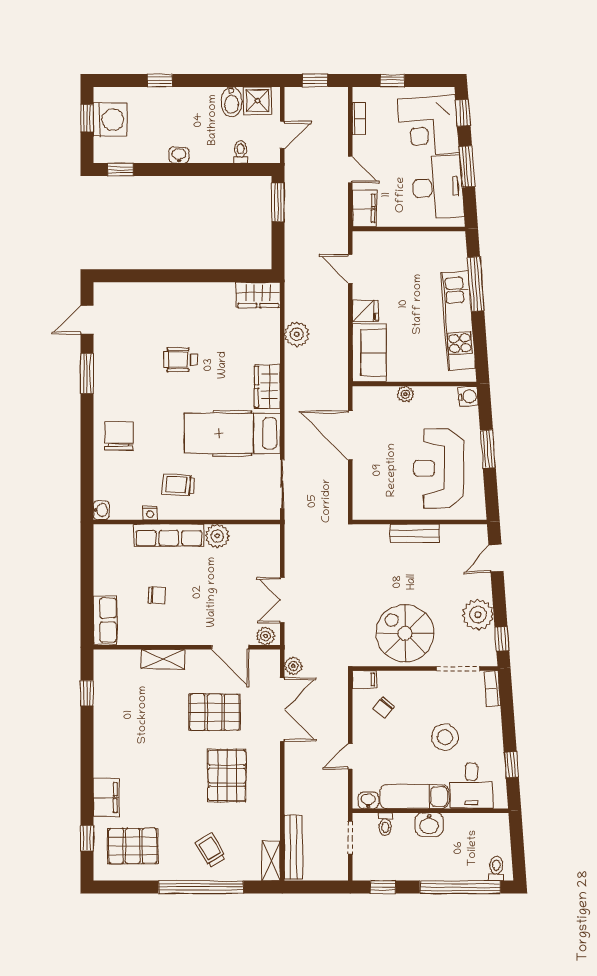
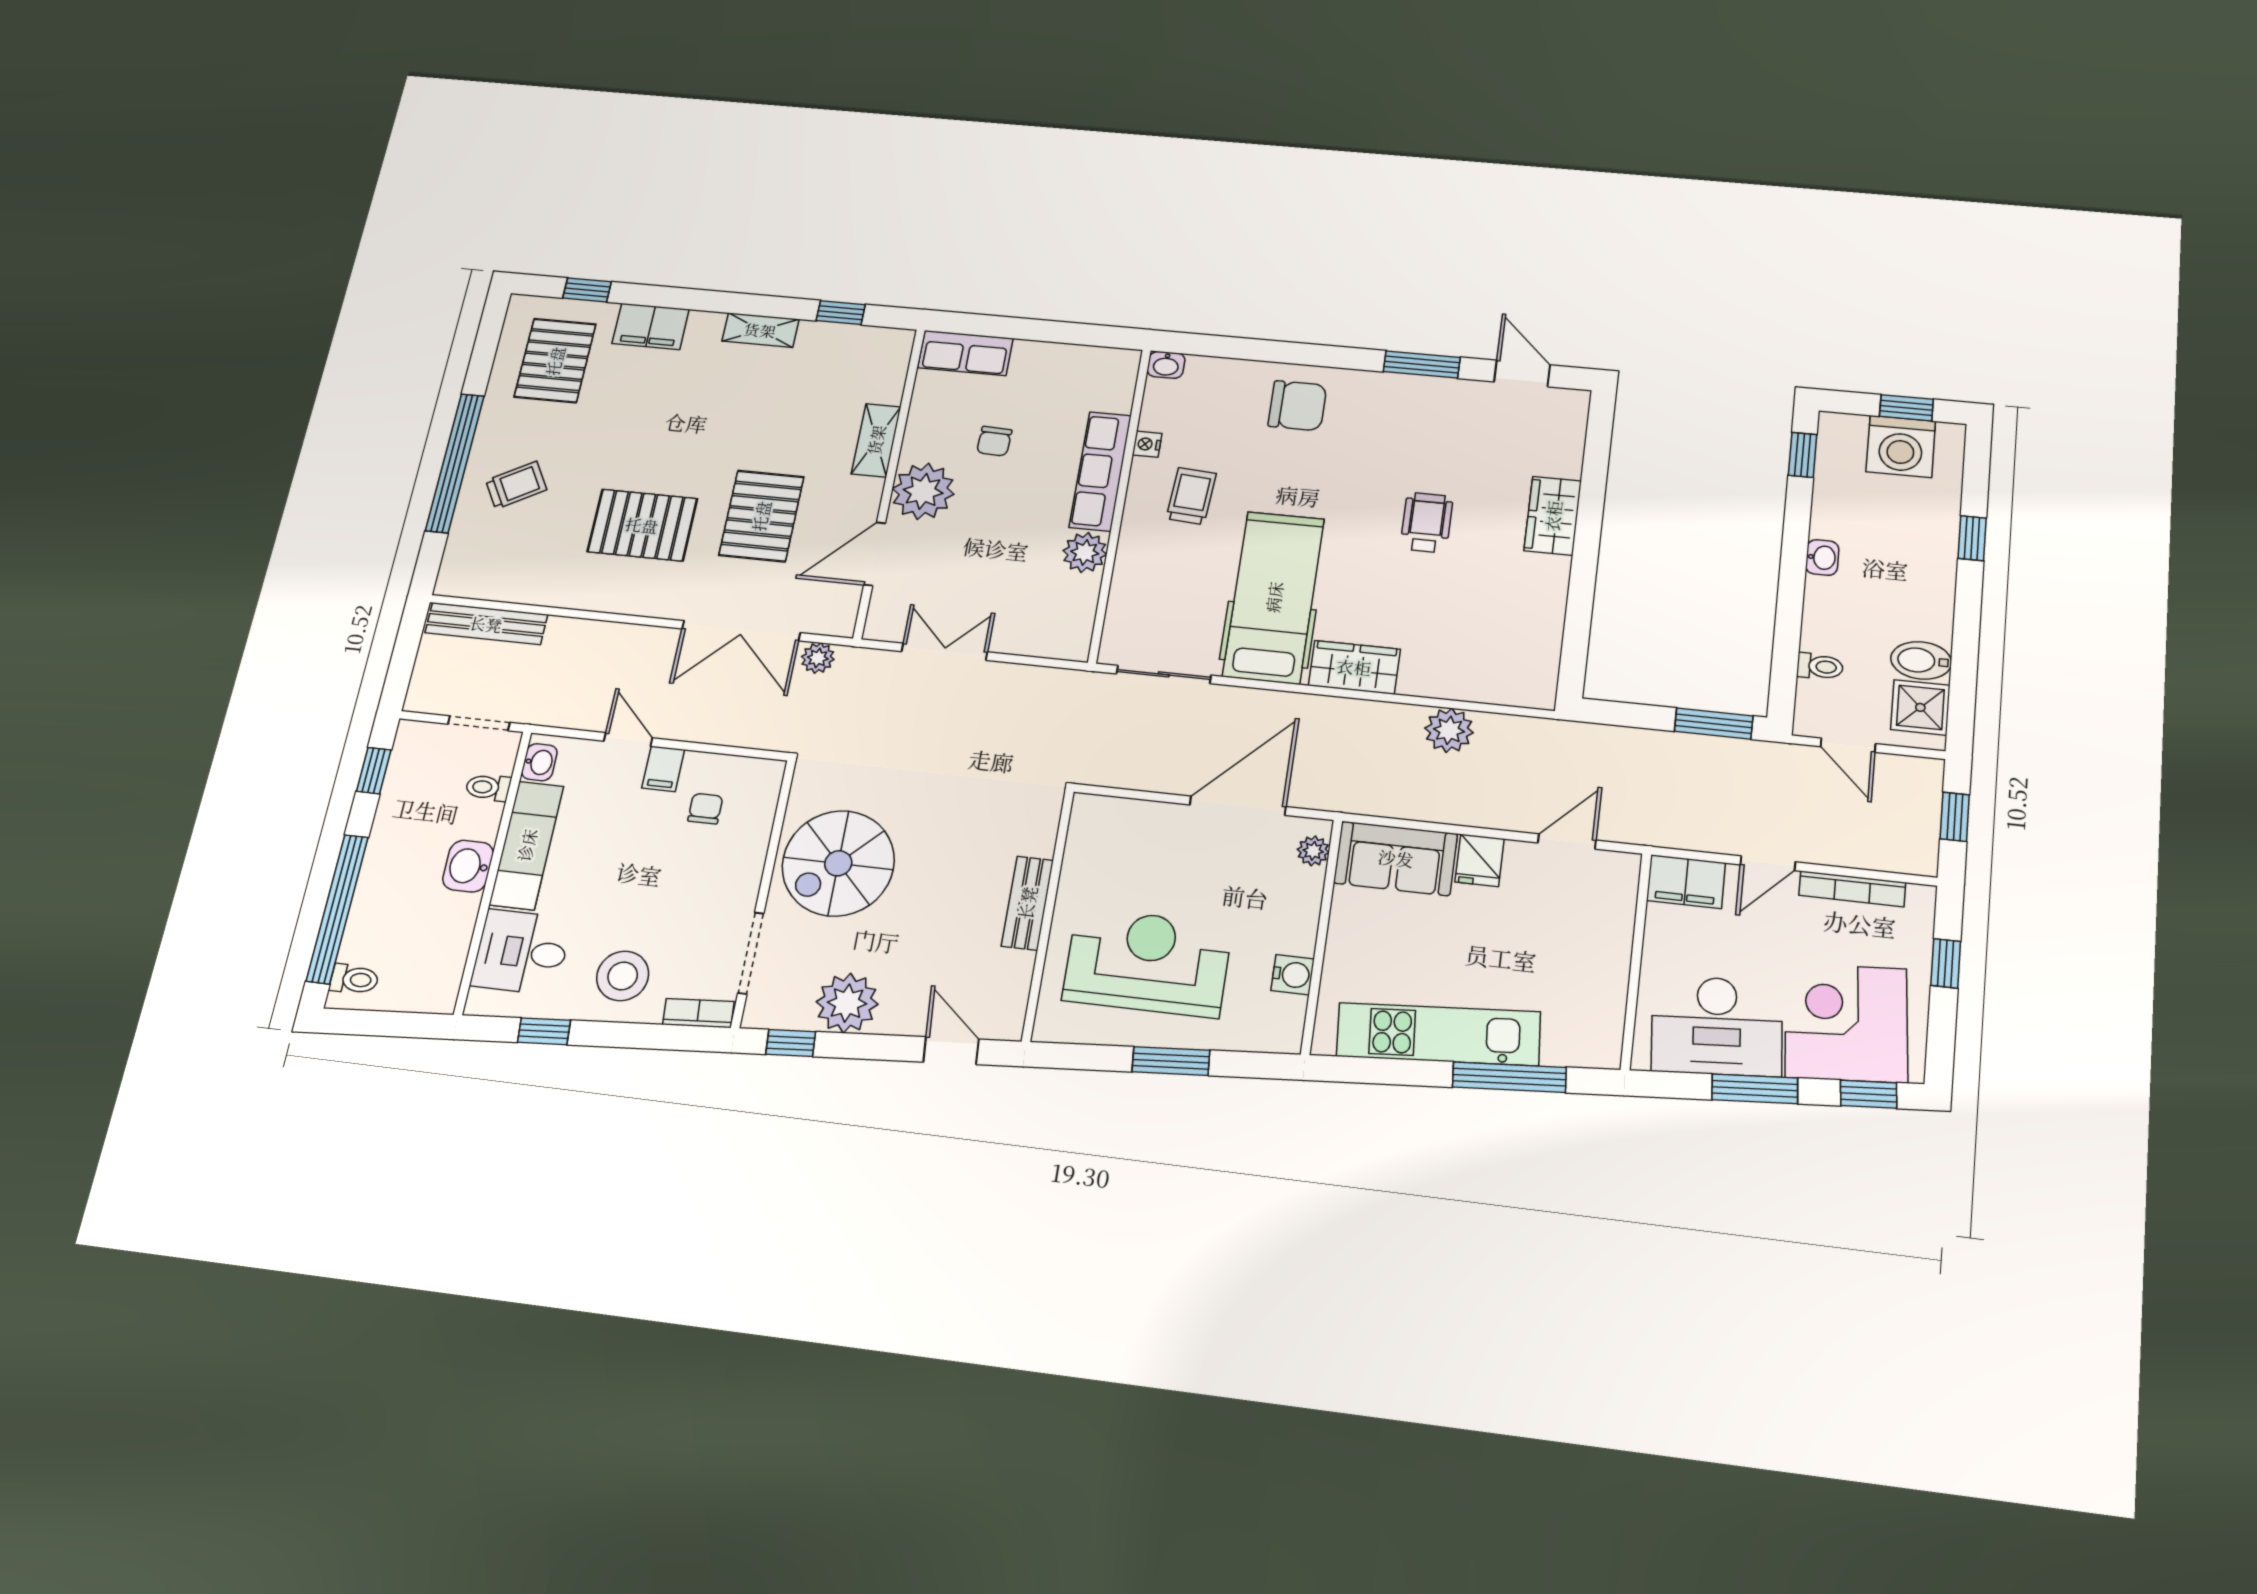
bookcase: (359, 118) -> (1852, 889), width x1.56
wardrobe: (258, 295) -> (1553, 516), moved
plant: (405, 394) -> (1313, 851), moved
water cooler: (468, 396) -> (1293, 975), moved, turned -86
spiral stairs: (405, 633) -> (838, 863), turned 180
plant: (266, 636) -> (923, 491), moved, width x1.88, depth x1.88
filing cabinet: (364, 679) -> (663, 769), moved
chair: (384, 708) -> (705, 809), turned 51
stool: (445, 737) -> (623, 976), moved
shelving: (271, 861) -> (760, 330), moved

